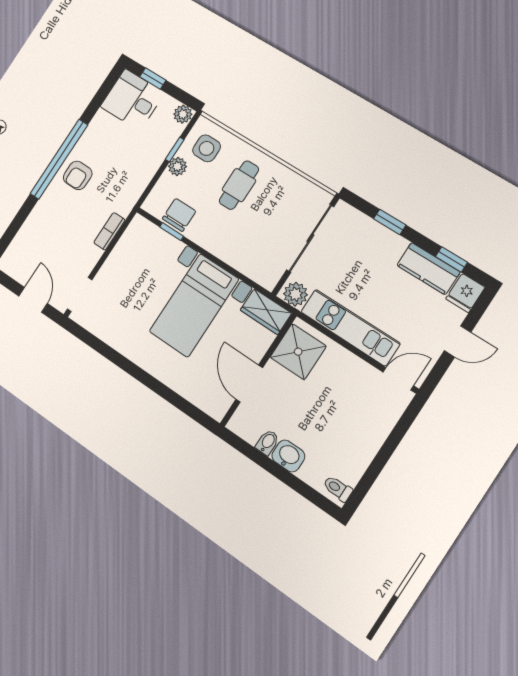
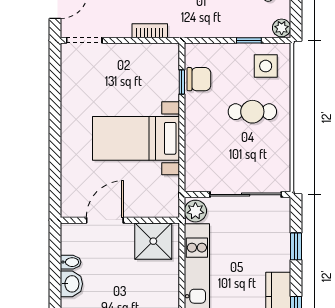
plant: (177, 166) -> (237, 52), removed
wardrobe: (266, 312) -> (167, 197), removed

